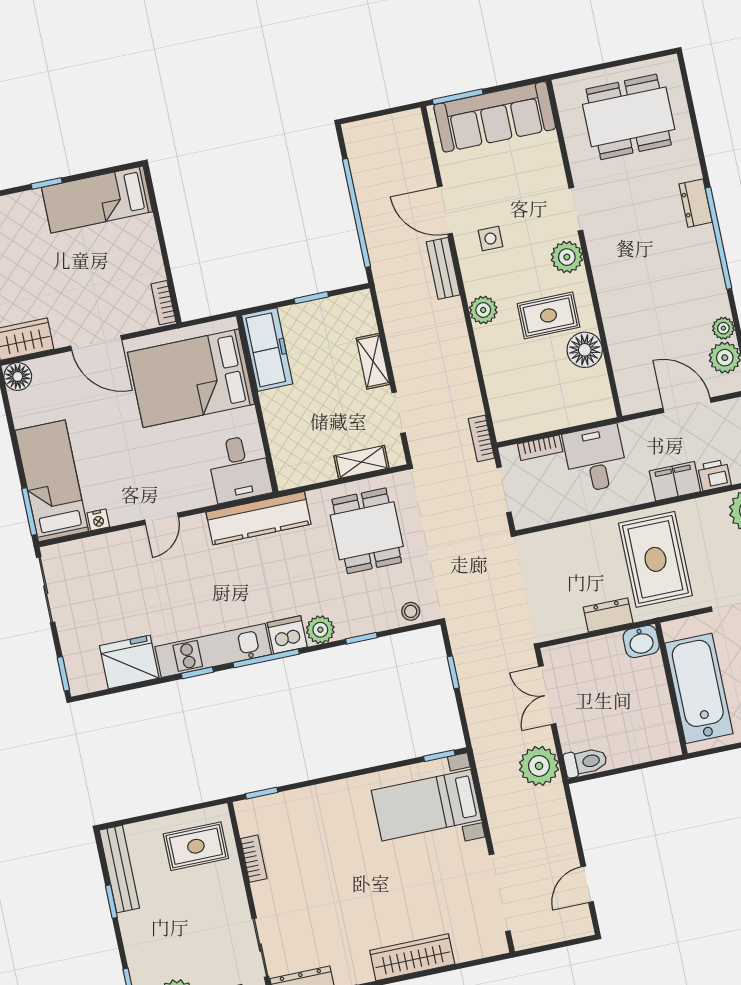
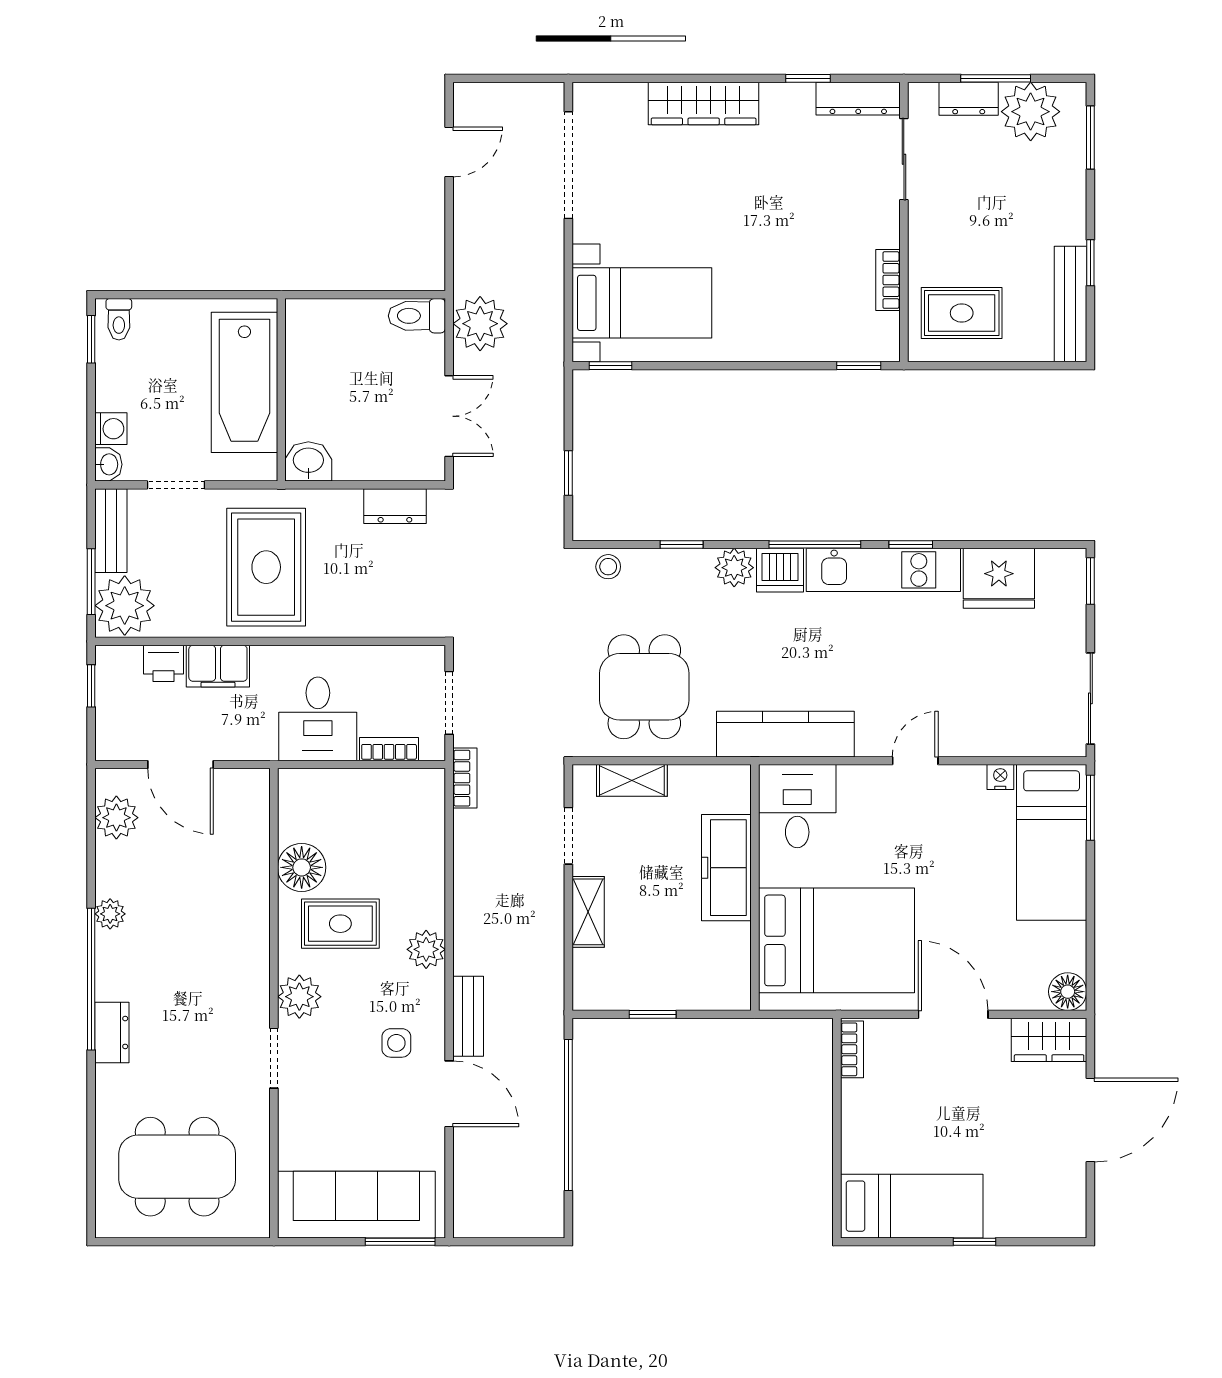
plant: (723, 328) -> (110, 914), moved
freezer: (267, 350) -> (726, 868), moved
dresser: (608, 615) -> (395, 506), moved

